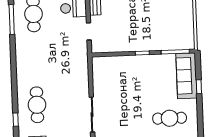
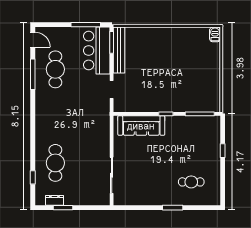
sofa: (186, 76) -> (141, 126), moved, turned -90
cafe table: (170, 118) -> (191, 182), width x0.73, depth x0.74

